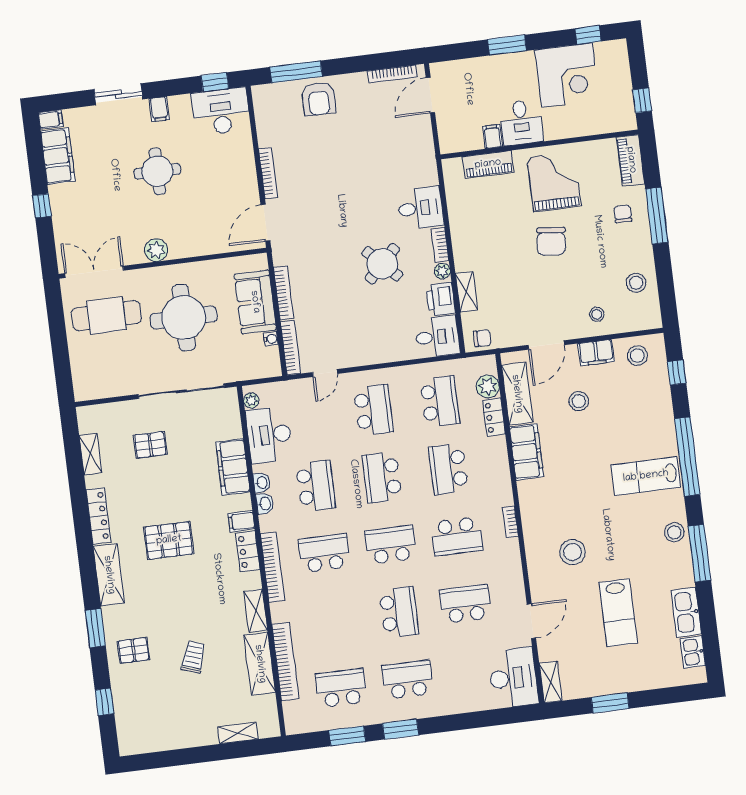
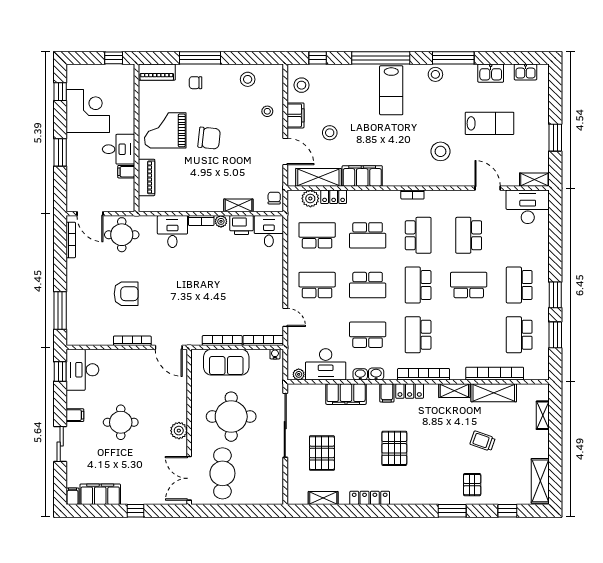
armchair: (319, 99) -> (126, 294), moved
round table: (382, 264) -> (122, 235), moved, turned 45
water cooler: (271, 339) -> (275, 354), moved
pallet: (150, 445) -> (322, 453), width x1.50, depth x1.42
shelving: (109, 575) -> (540, 481), moved, turned 90
kitchen sink: (686, 612) -> (491, 73), width x0.73

